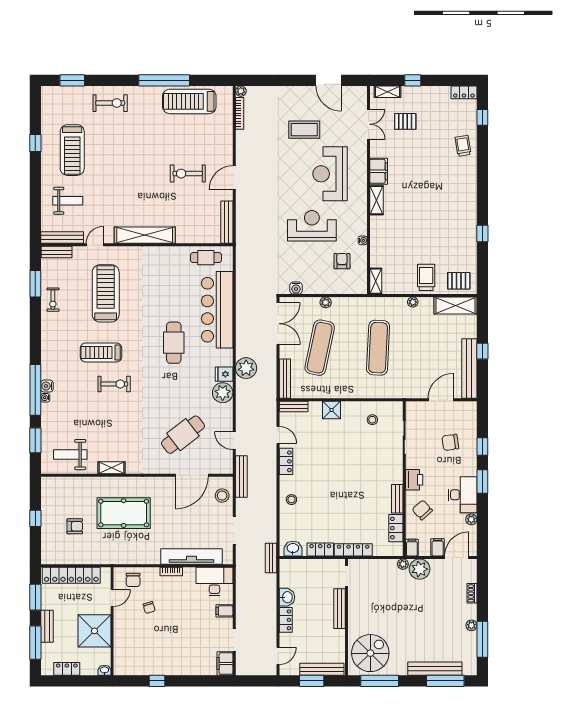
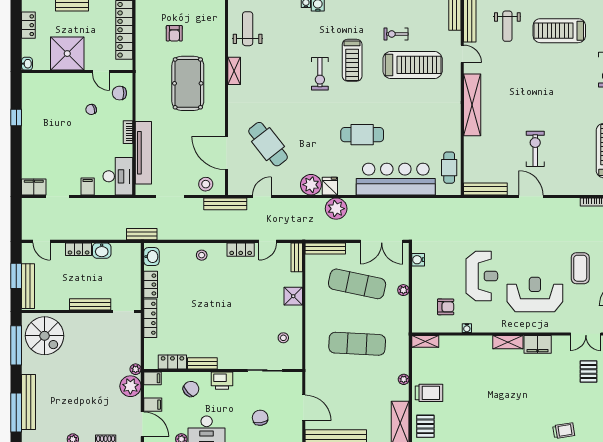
exercise bike: (53, 300) -> (396, 34), moved
treadmill: (101, 352) -> (352, 60), turned 180

